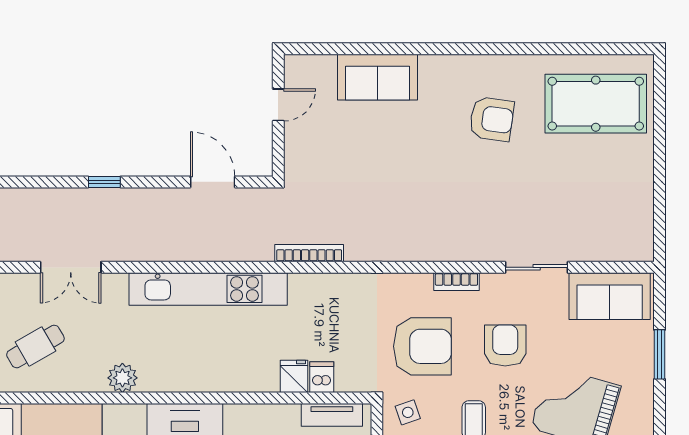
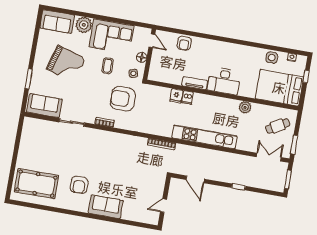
sofa: (377, 77) -> (106, 207), moved
armchair: (492, 119) -> (79, 185), turned -98
double door: (71, 267) -> (269, 157), moved
armchair: (505, 346) -> (90, 93), removed
dishwasher: (322, 377) -> (187, 97), moved
tv unit: (332, 415) -> (195, 83), moved

